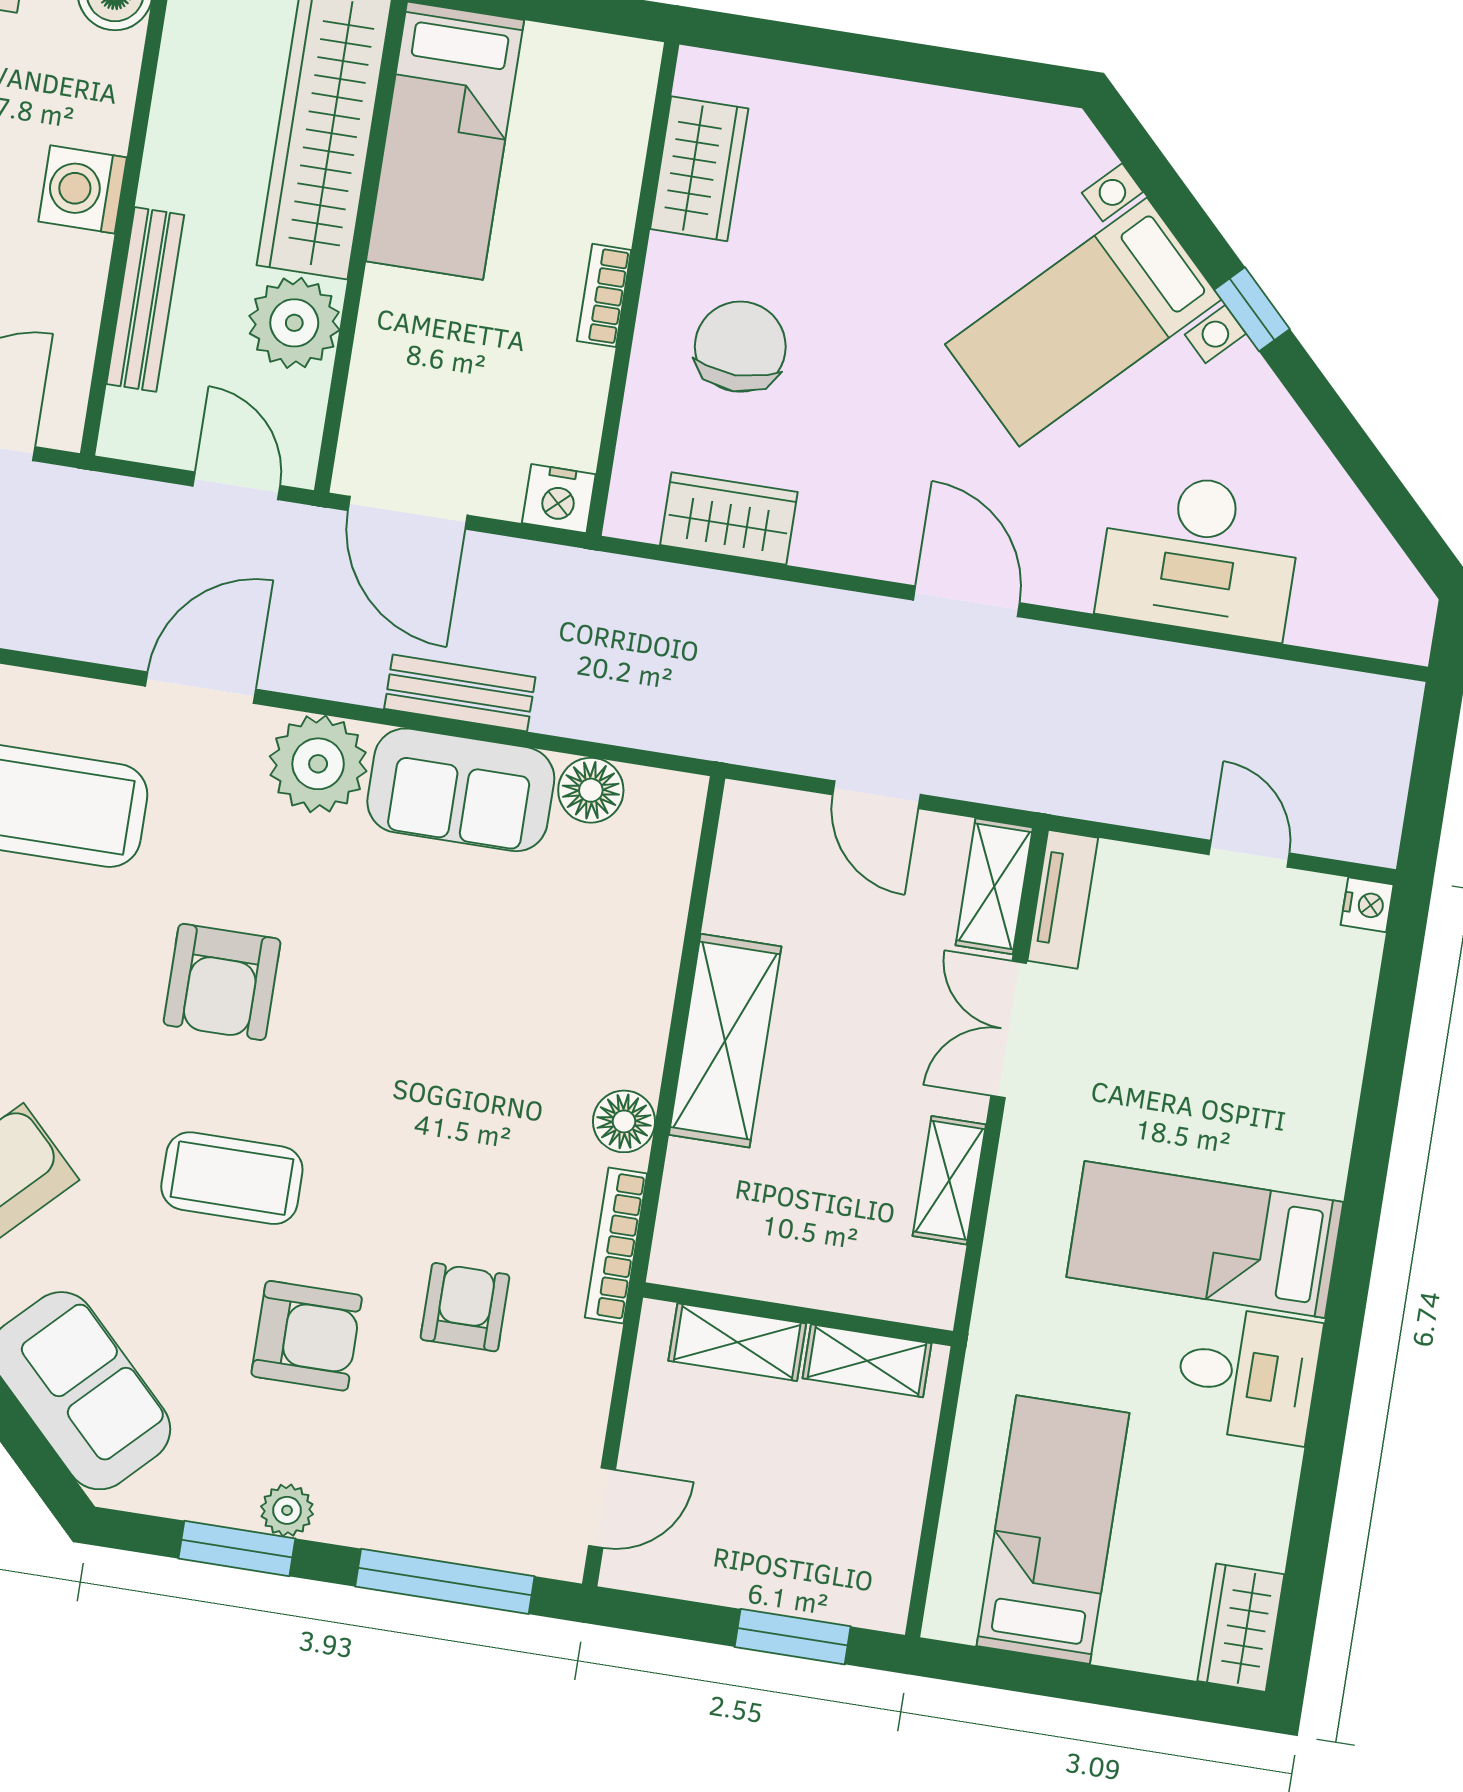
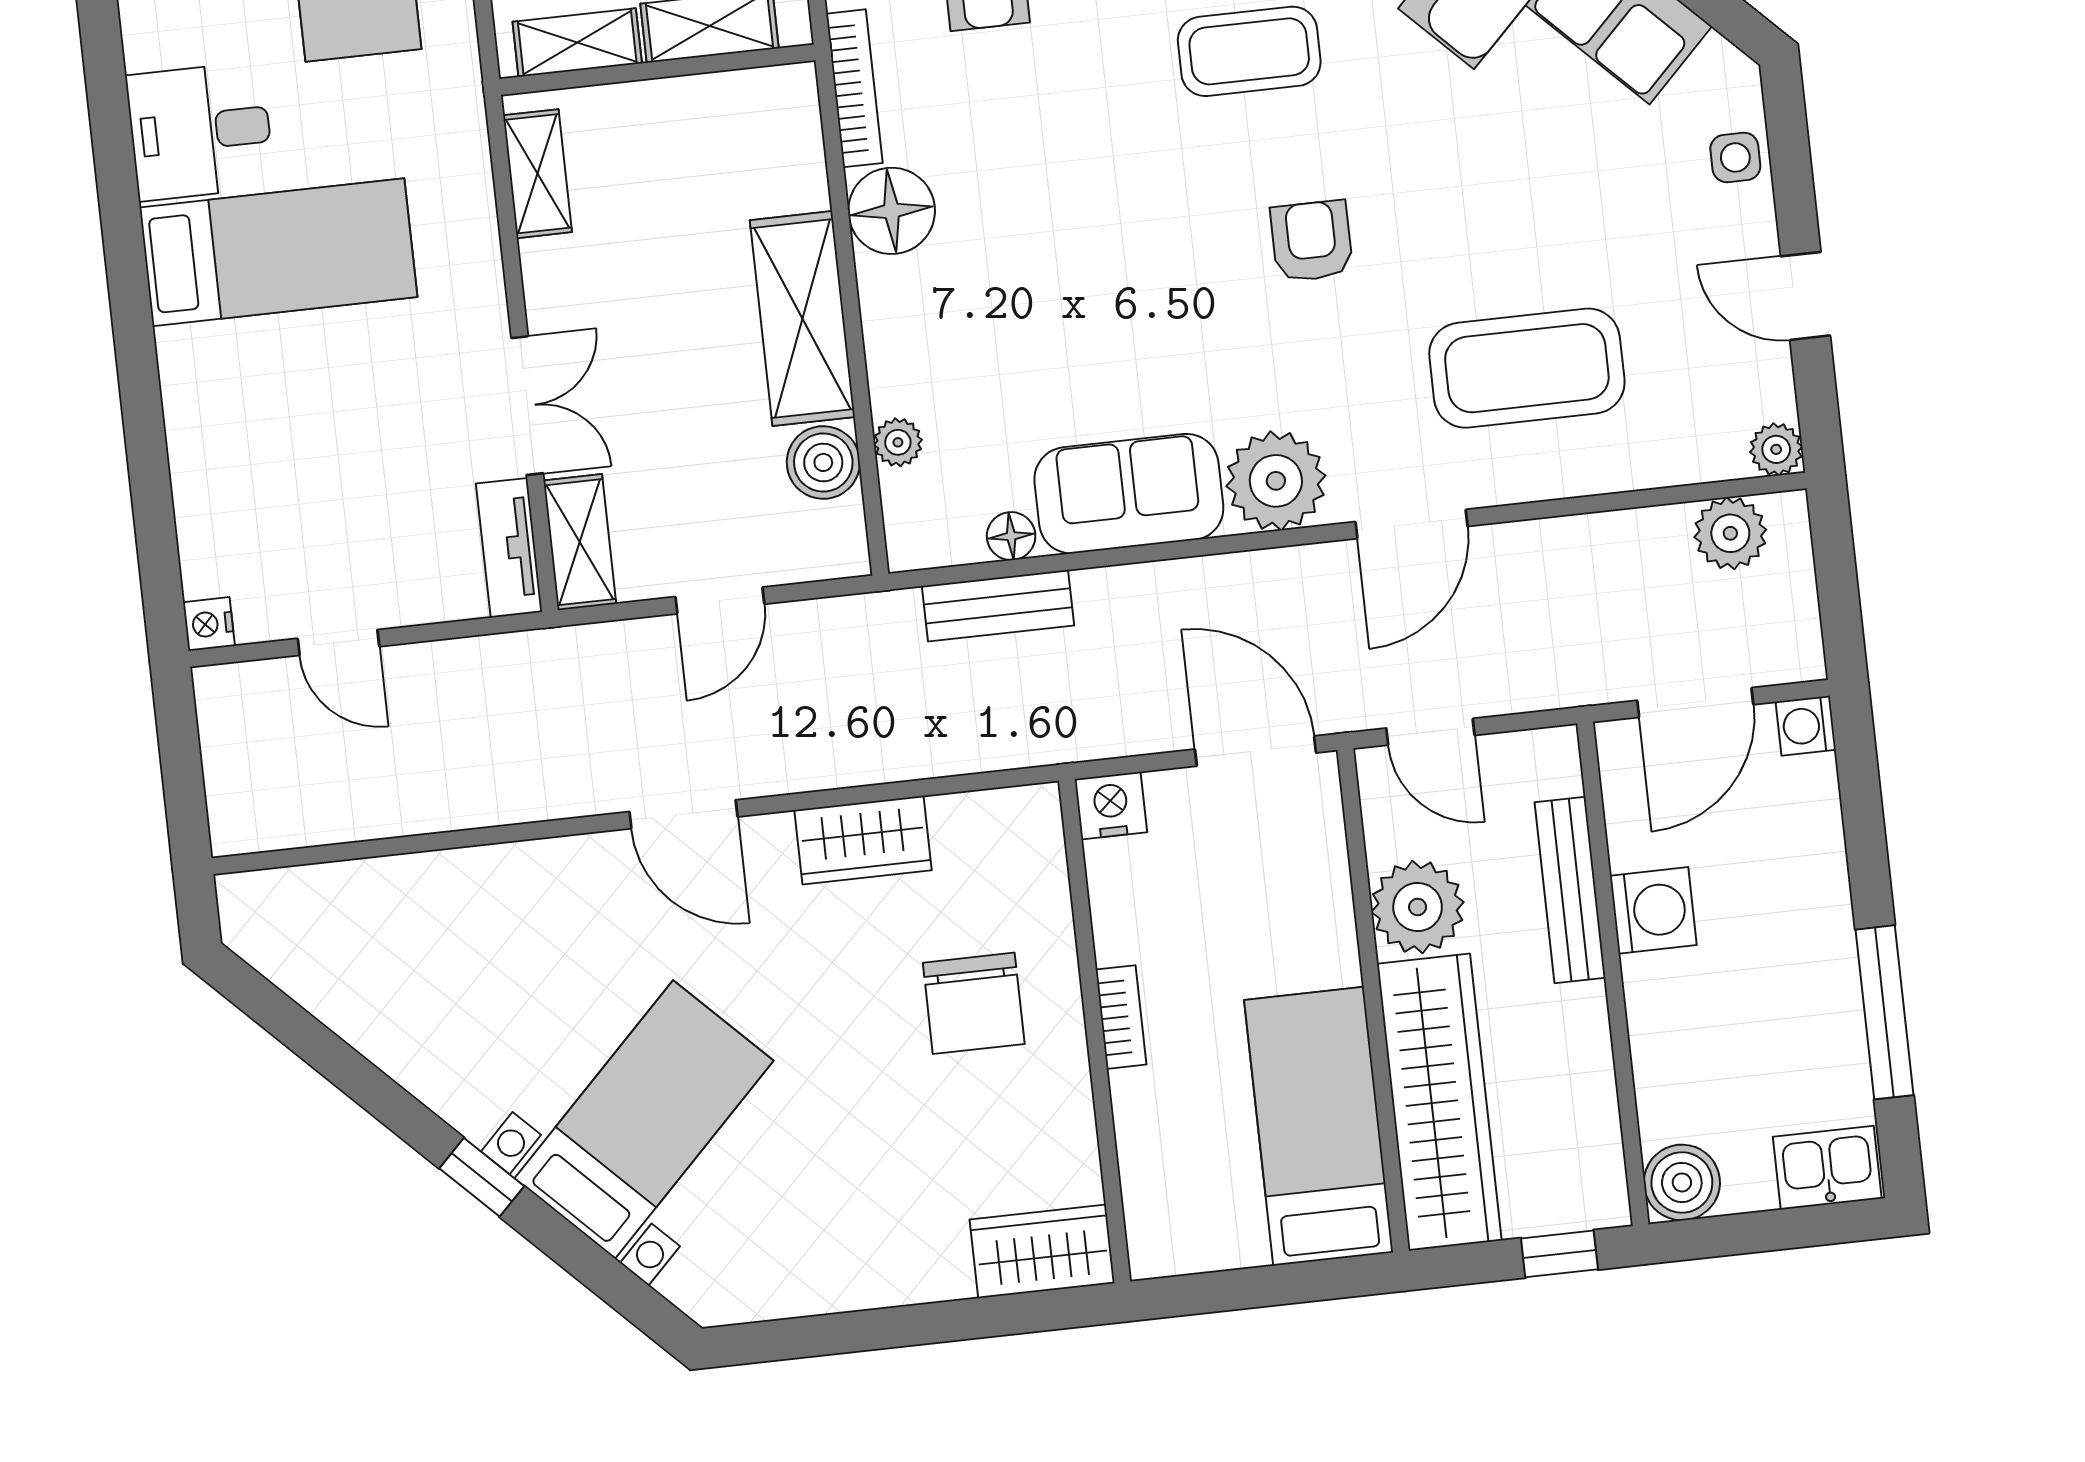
wardrobe: (699, 169) -> (1042, 1251), moved, turned 90
washing machine: (83, 189) -> (1653, 910), moved
wardrobe: (729, 518) -> (863, 840), moved
desk: (1200, 555) -> (467, 923), removed
bench: (460, 693) -> (998, 606), moved
floor lamp: (591, 790) -> (1011, 536), width x0.73, depth x0.73
door: (876, 795) -> (720, 600), swing flipped
plant: (667, 898) -> (898, 442), added
boiler: (743, 899) -> (823, 462), added
armchair: (222, 982) -> (1312, 241), width x0.72, depth x0.72
floor lamp: (624, 1121) -> (892, 211), width x1.38, depth x1.38
shelving: (949, 1180) -> (537, 174), moved

